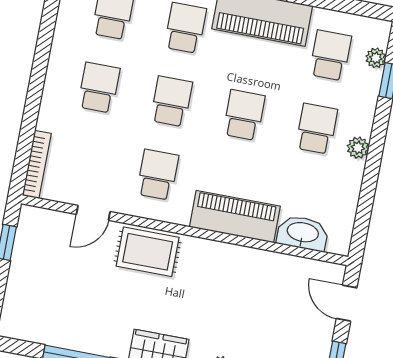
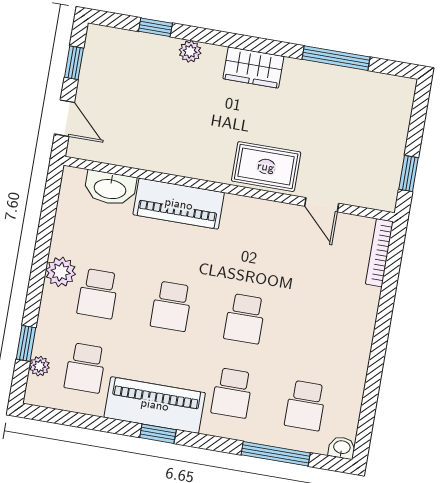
school desk: (99, 88) -> (318, 331), removed
plant: (358, 148) -> (61, 272), width x1.38, depth x1.38
school desk: (158, 175) -> (257, 244), removed
door: (93, 213) -> (322, 205), swing flipped

